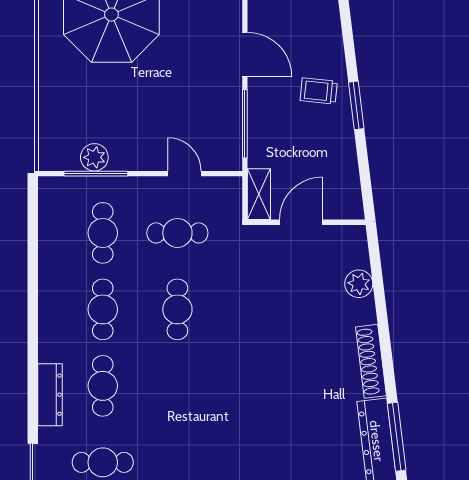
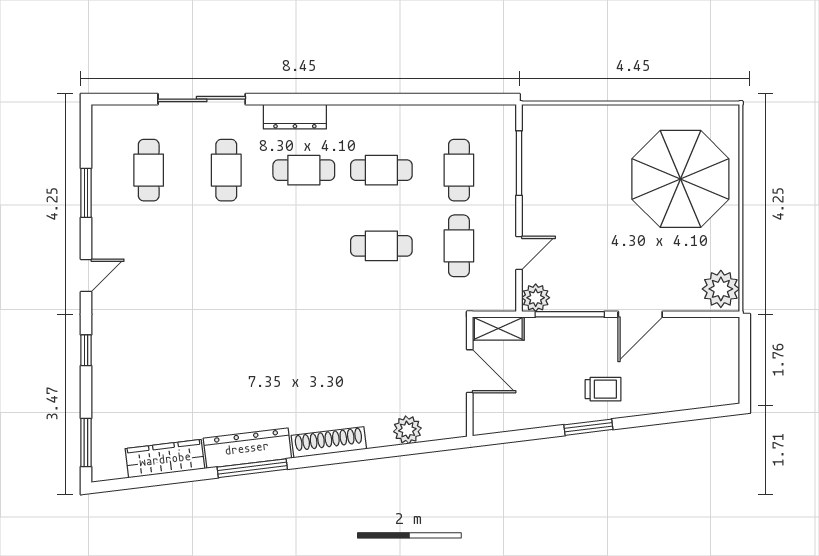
trolley: (319, 91) -> (603, 389), turned 84
plant: (94, 157) -> (536, 298), moved
cafe table: (103, 233) -> (459, 170), turned 90

